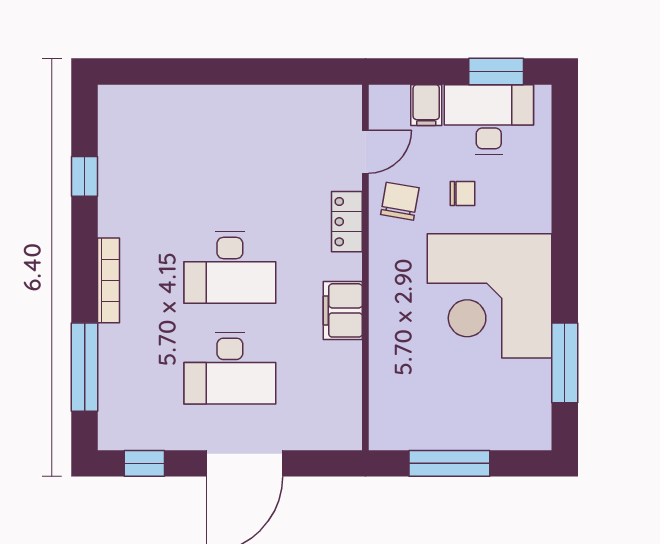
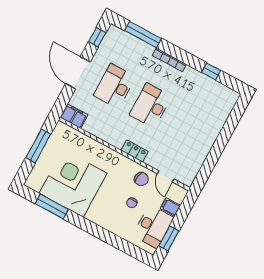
locker: (347, 222) -> (135, 151), moved
corner desk: (489, 296) -> (73, 183), moved
filing cabinet: (343, 310) -> (74, 116), moved

